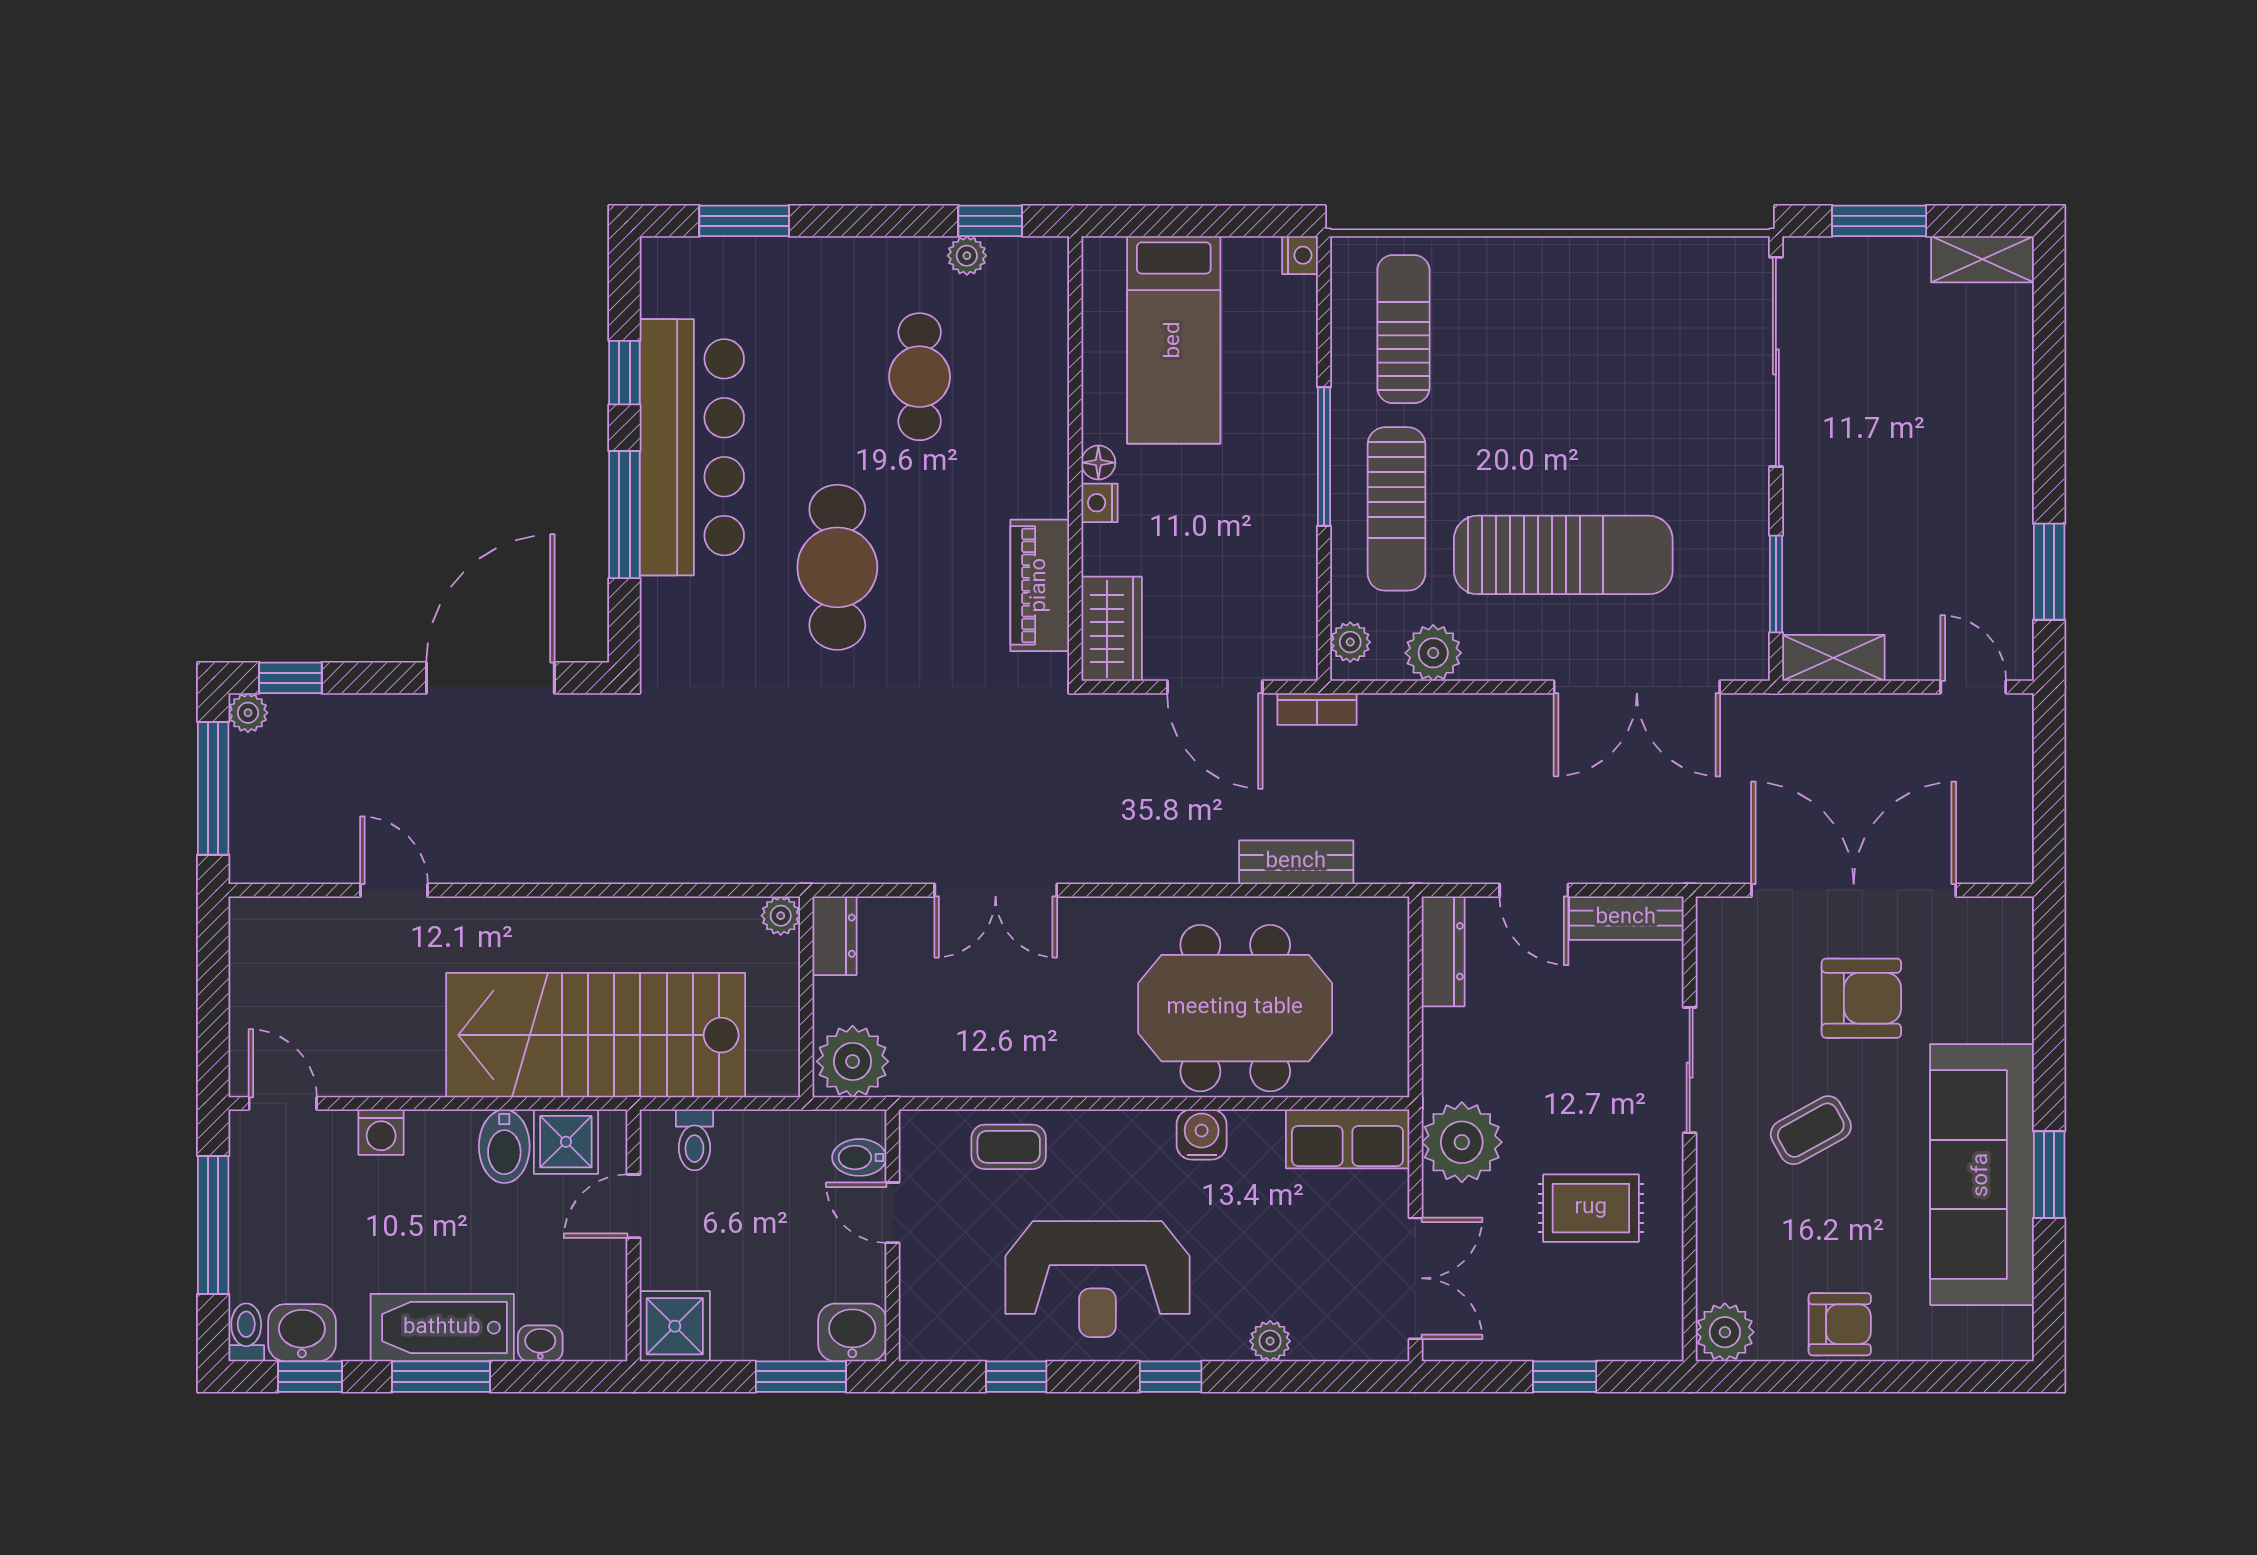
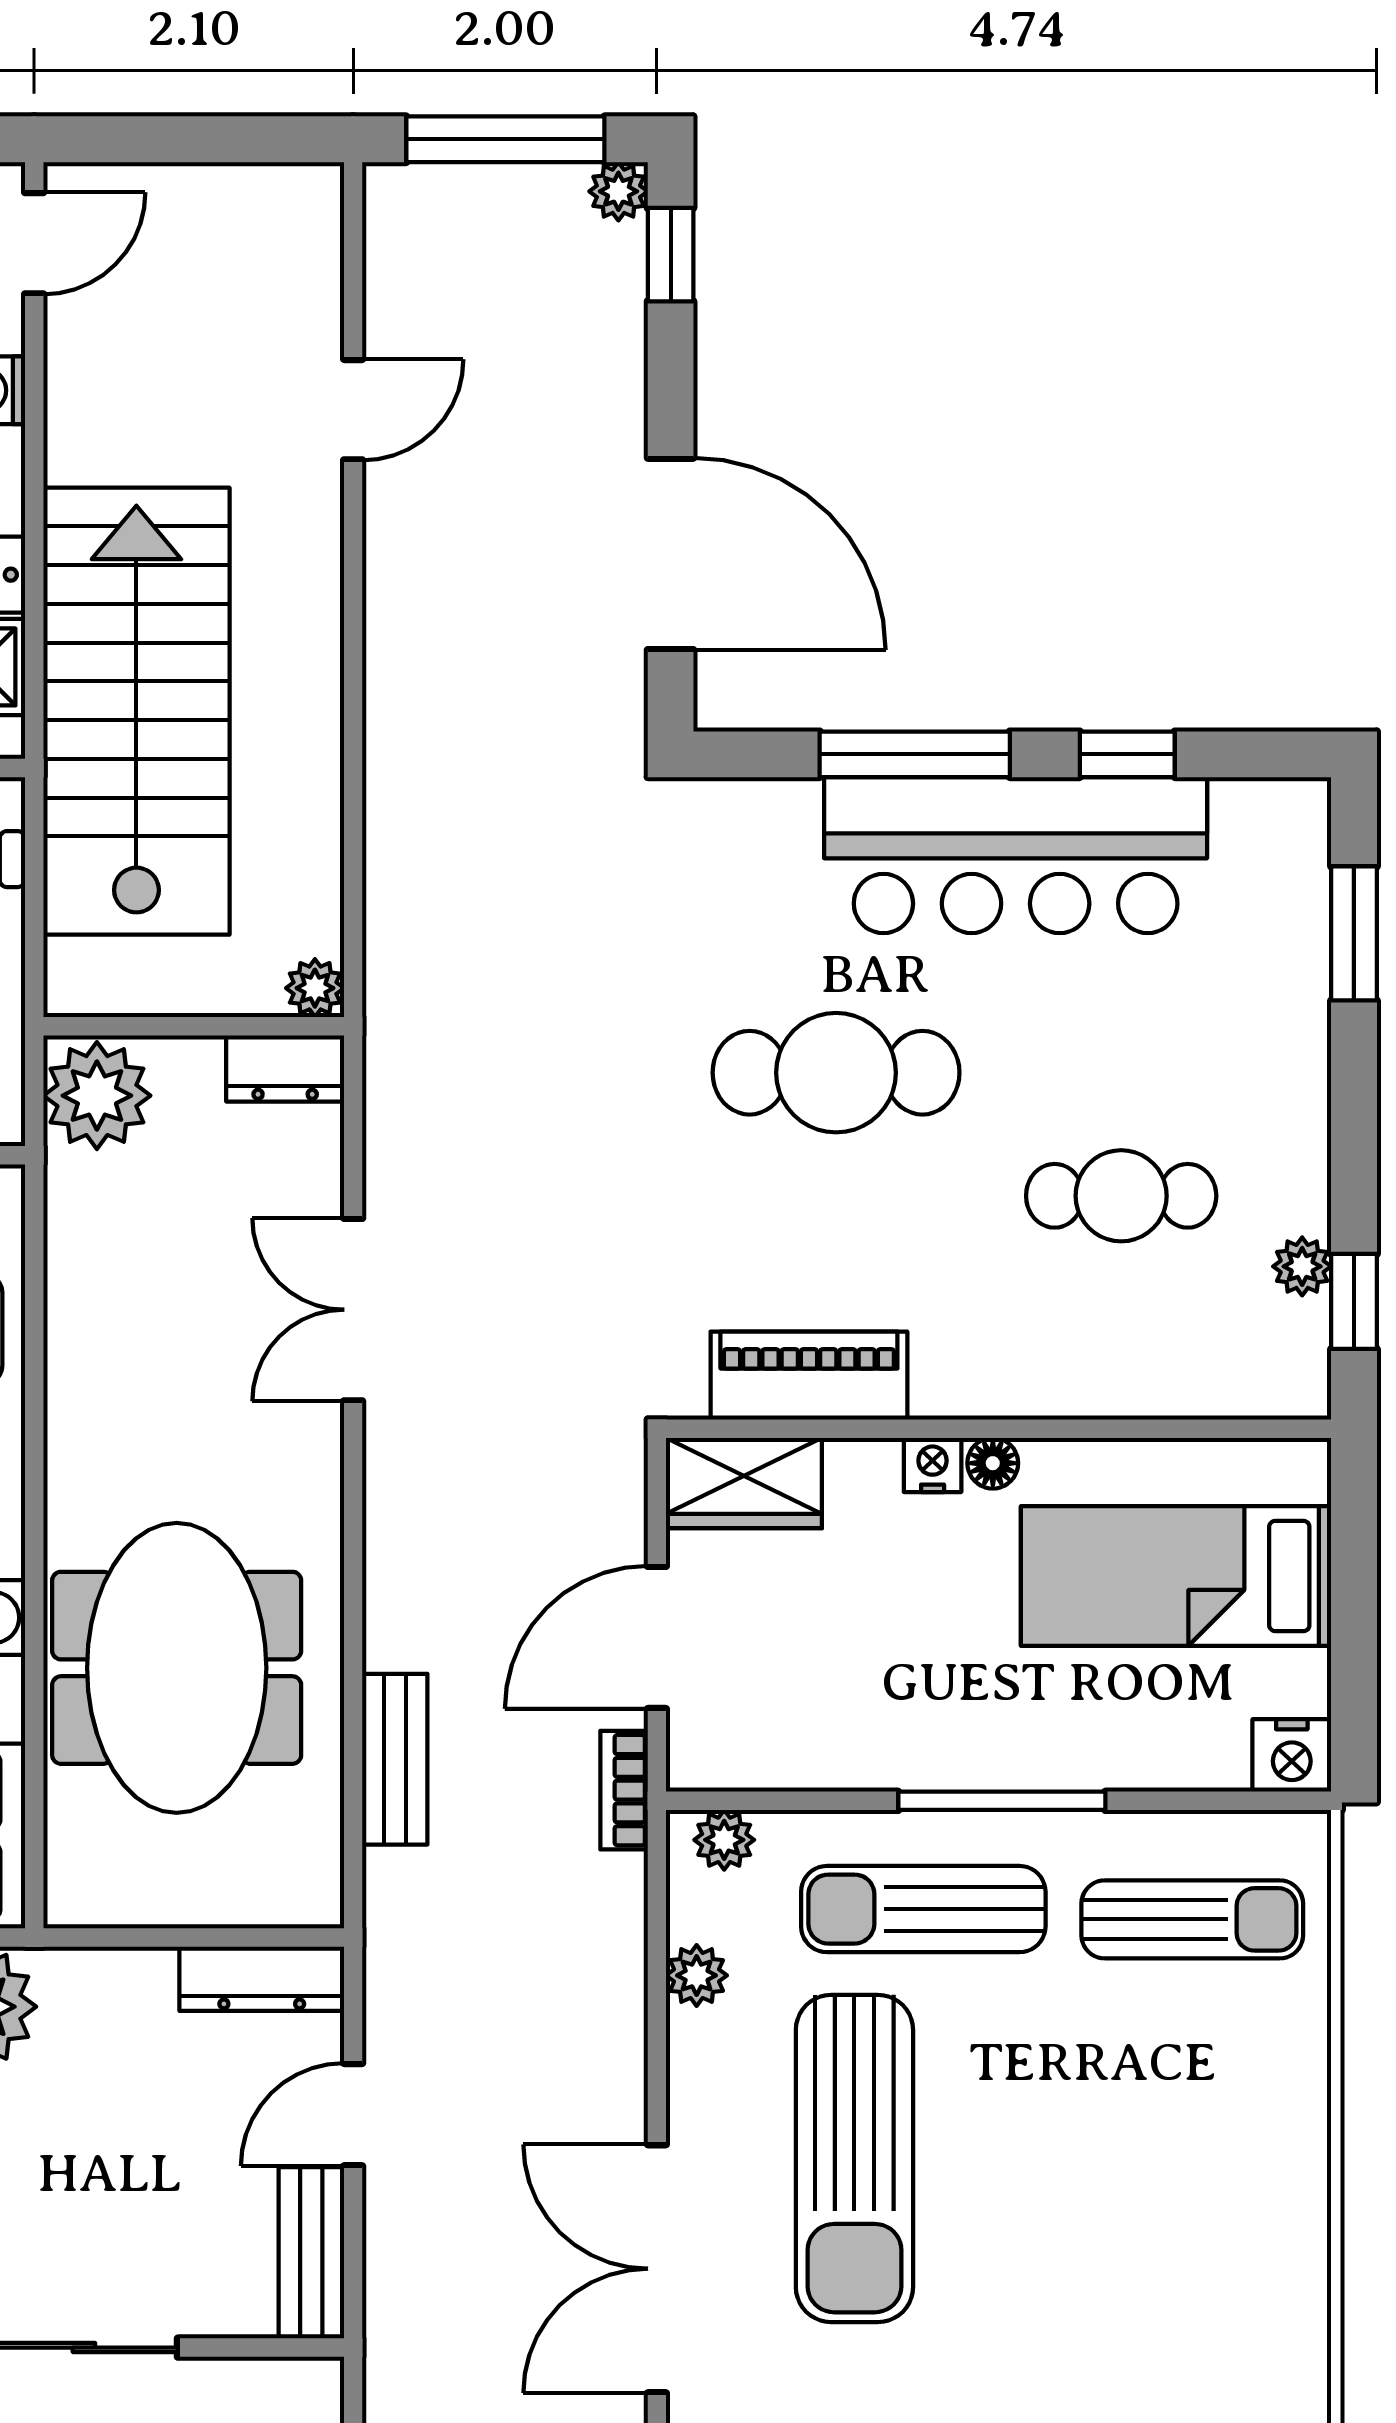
nightstand: (1300, 255) -> (1292, 1755), width x1.39, depth x1.35
plant: (1433, 653) -> (697, 1975), width x0.73, depth x0.73

